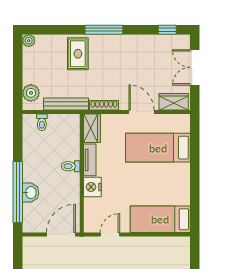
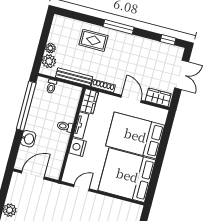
plant: (29, 41) -> (50, 48), moved
rug: (78, 54) -> (93, 40), turned 90
double door: (195, 67) -> (182, 75), swing flipped
bed: (158, 148) -> (135, 135), width x1.50
window: (18, 192) -> (26, 106), moved
bed: (160, 219) -> (127, 175), width x2.04
door: (61, 235) -> (33, 175), moved

